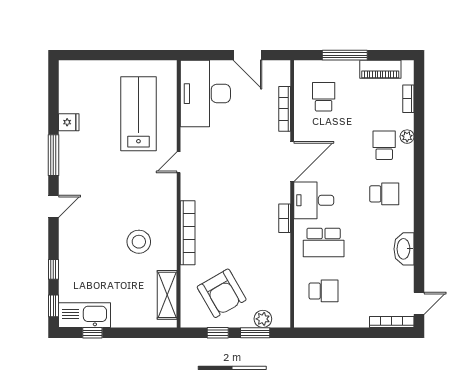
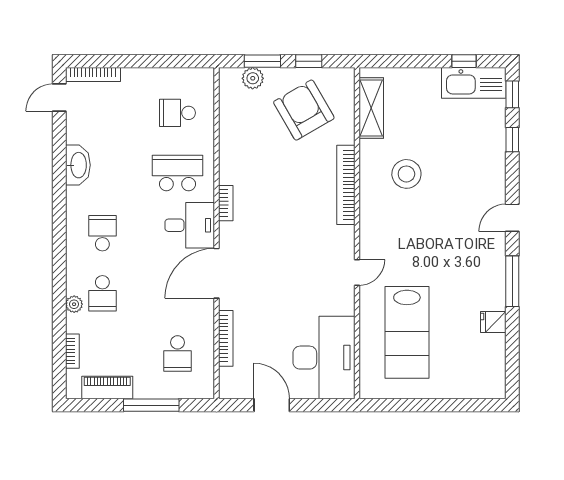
school desk: (384, 194) -> (102, 233), turned 90

